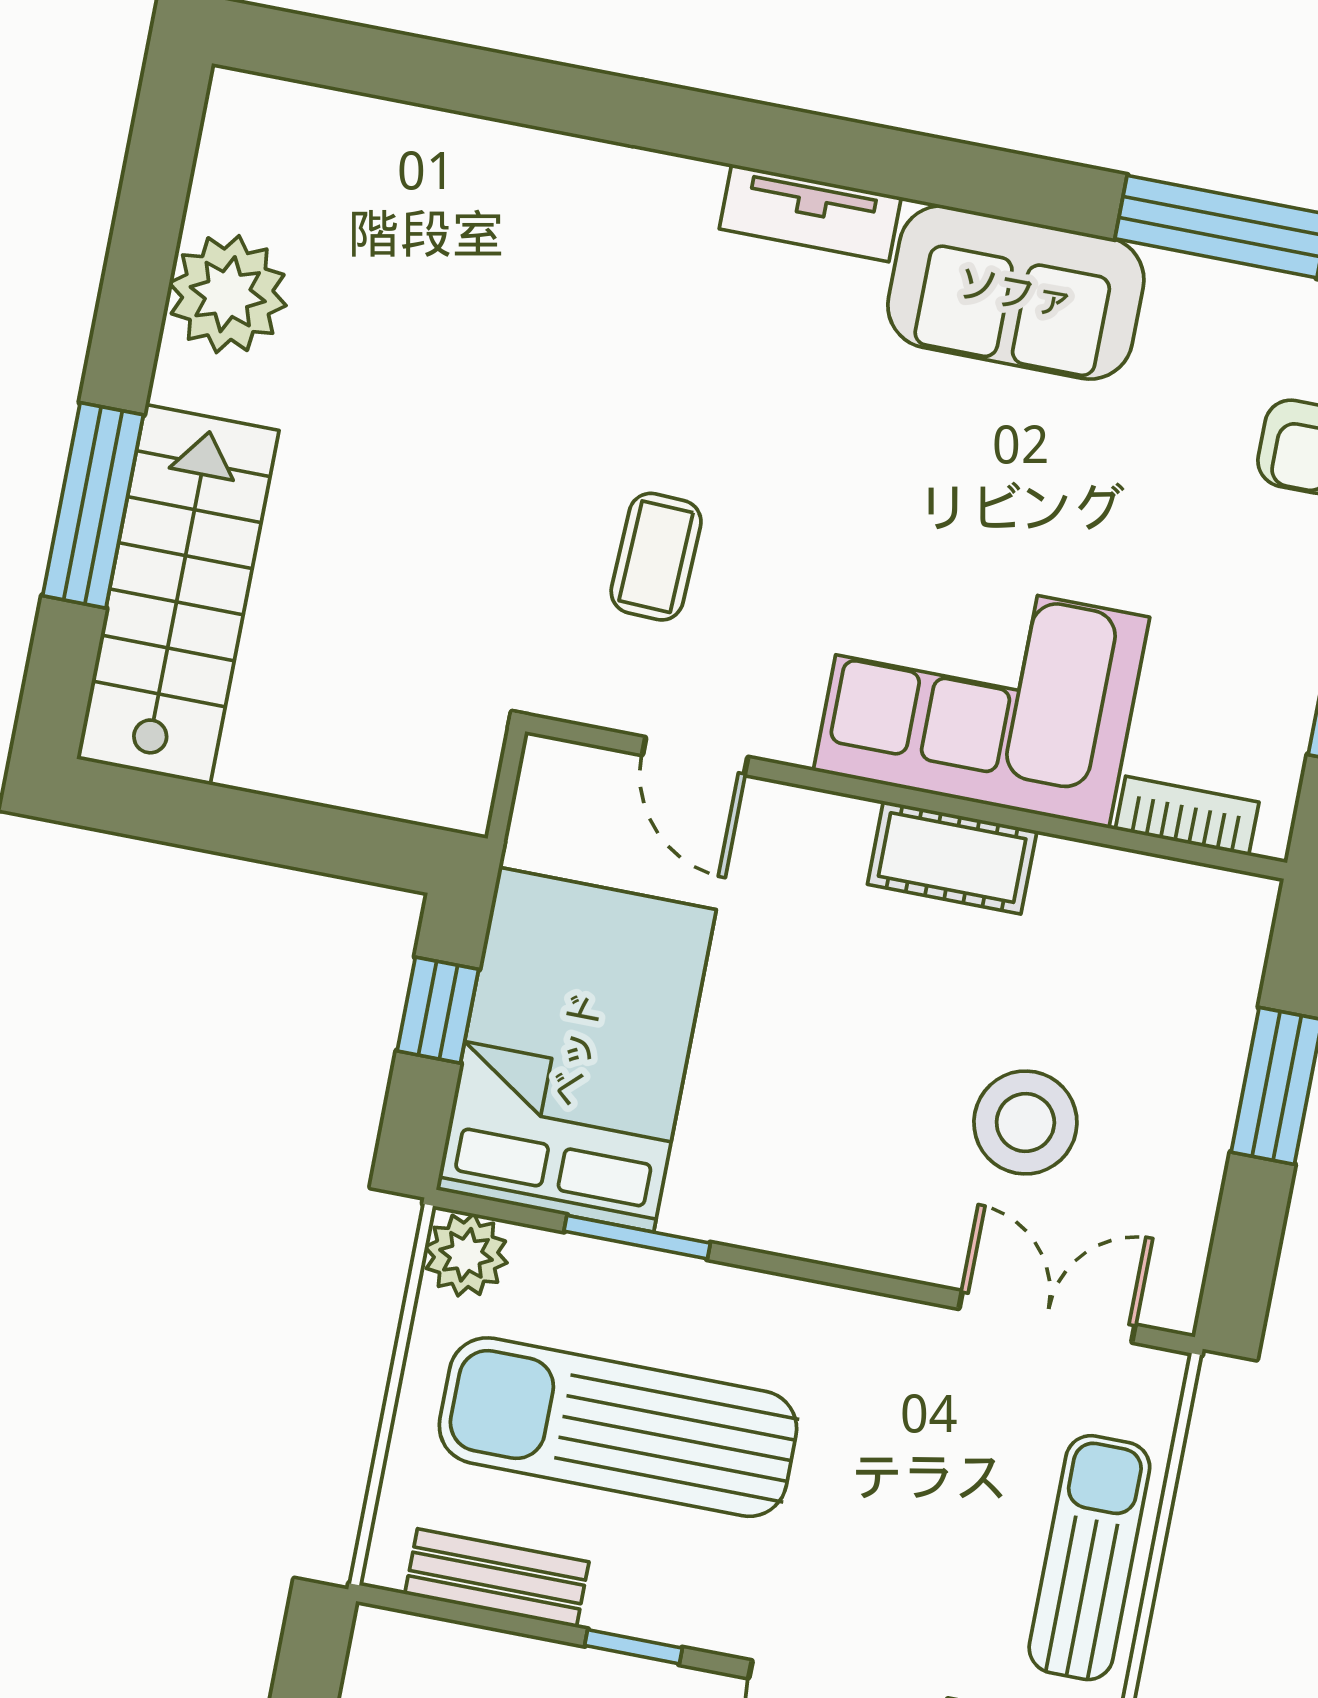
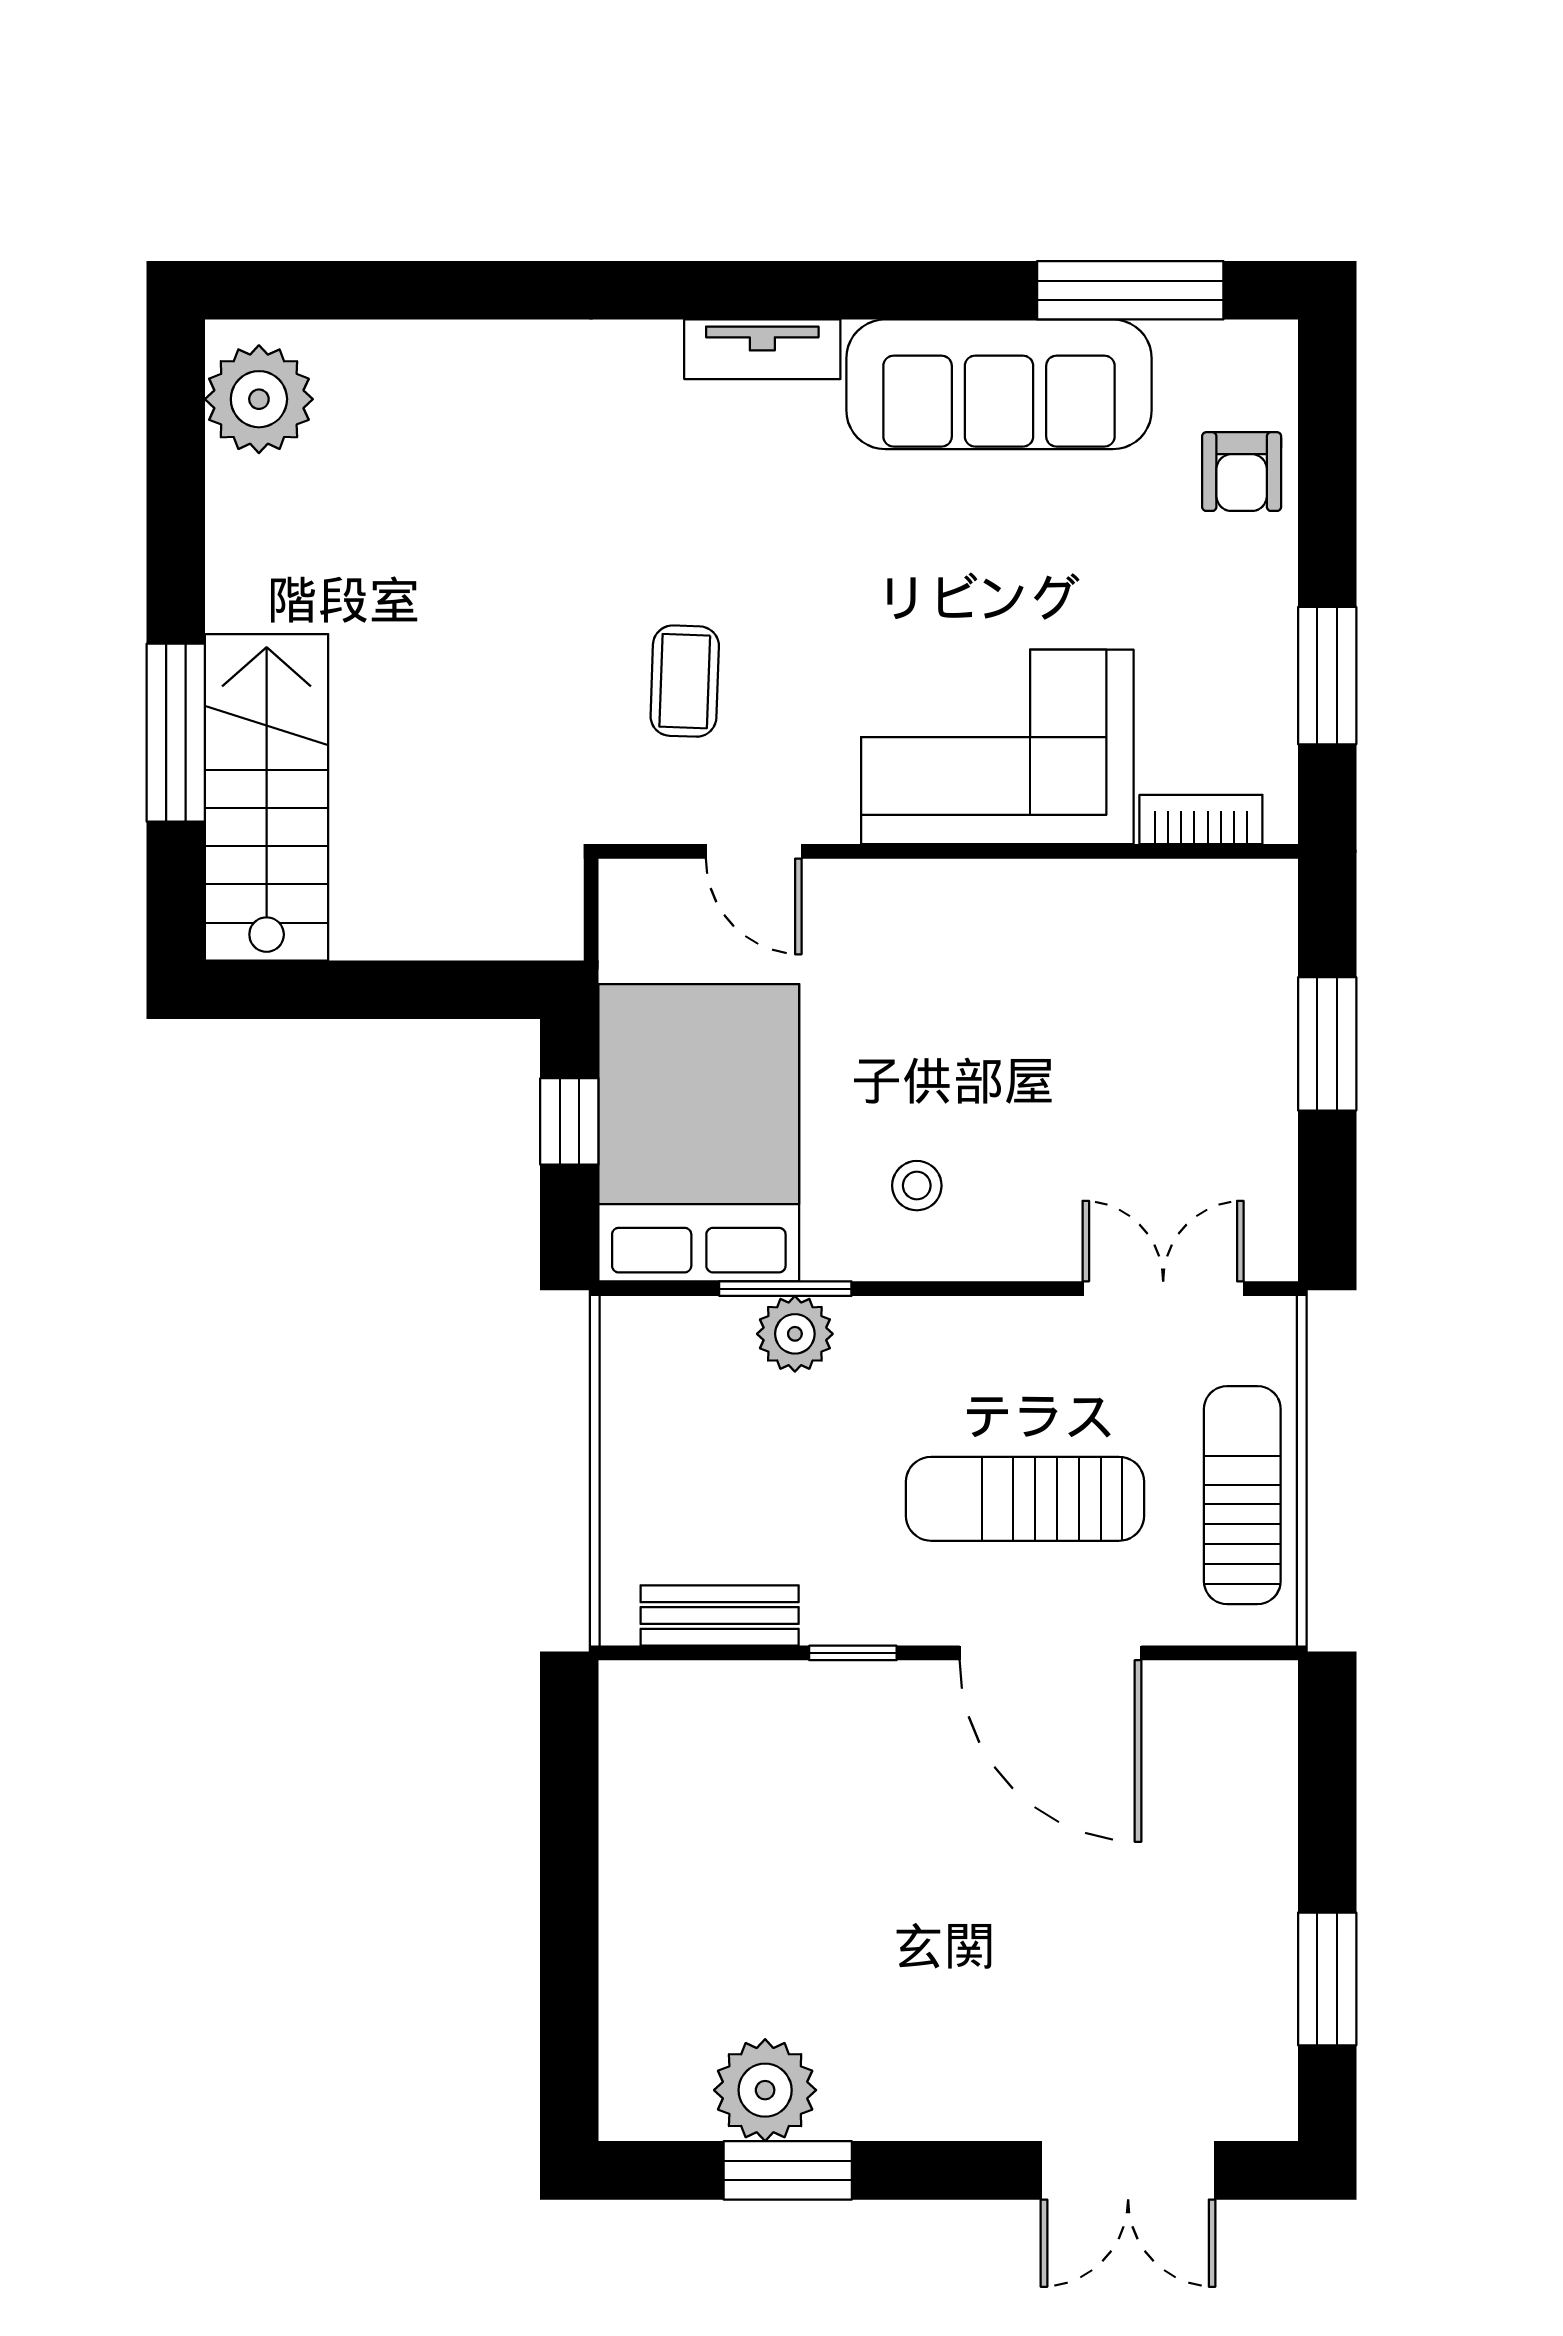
sofa: (1016, 292) -> (999, 384), width x1.36
plant: (228, 294) -> (259, 399), moved
cot: (952, 858) -> (1000, 897), removed
stool: (1025, 1122) -> (917, 1186), moved, width x0.53, depth x0.53
plant: (466, 1255) -> (795, 1334), moved
sun lounger: (618, 1427) -> (1025, 1499), moved, width x0.73, depth x0.75

